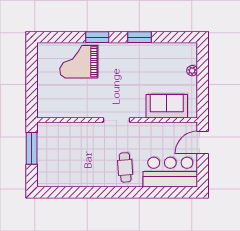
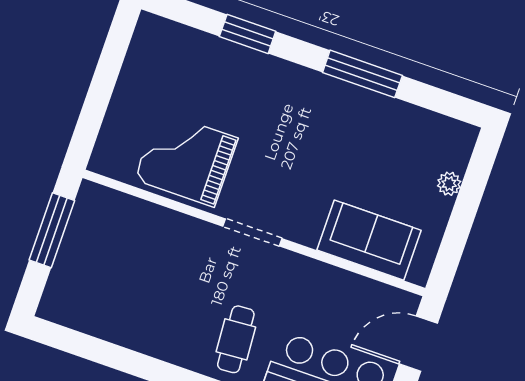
window: (97, 37) -> (248, 34), moved
window: (140, 37) -> (362, 74), width x1.44
grand piano: (79, 62) -> (186, 159), moved

